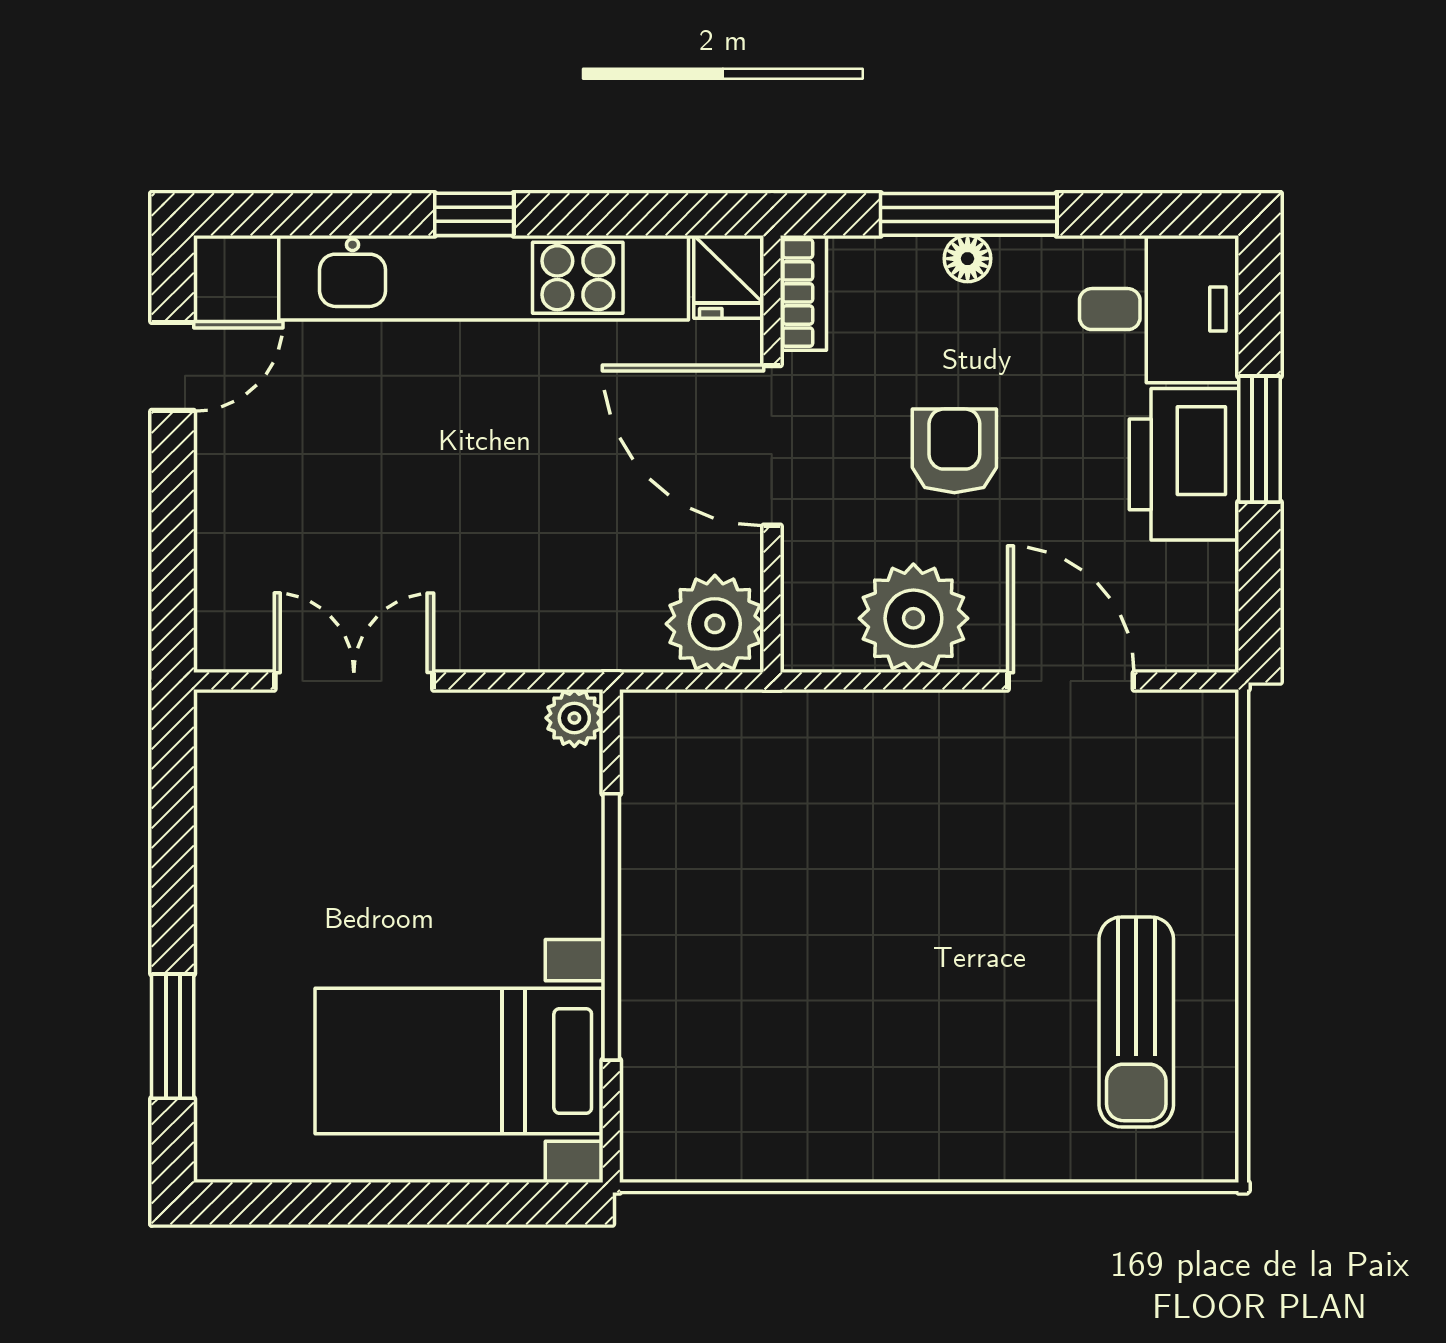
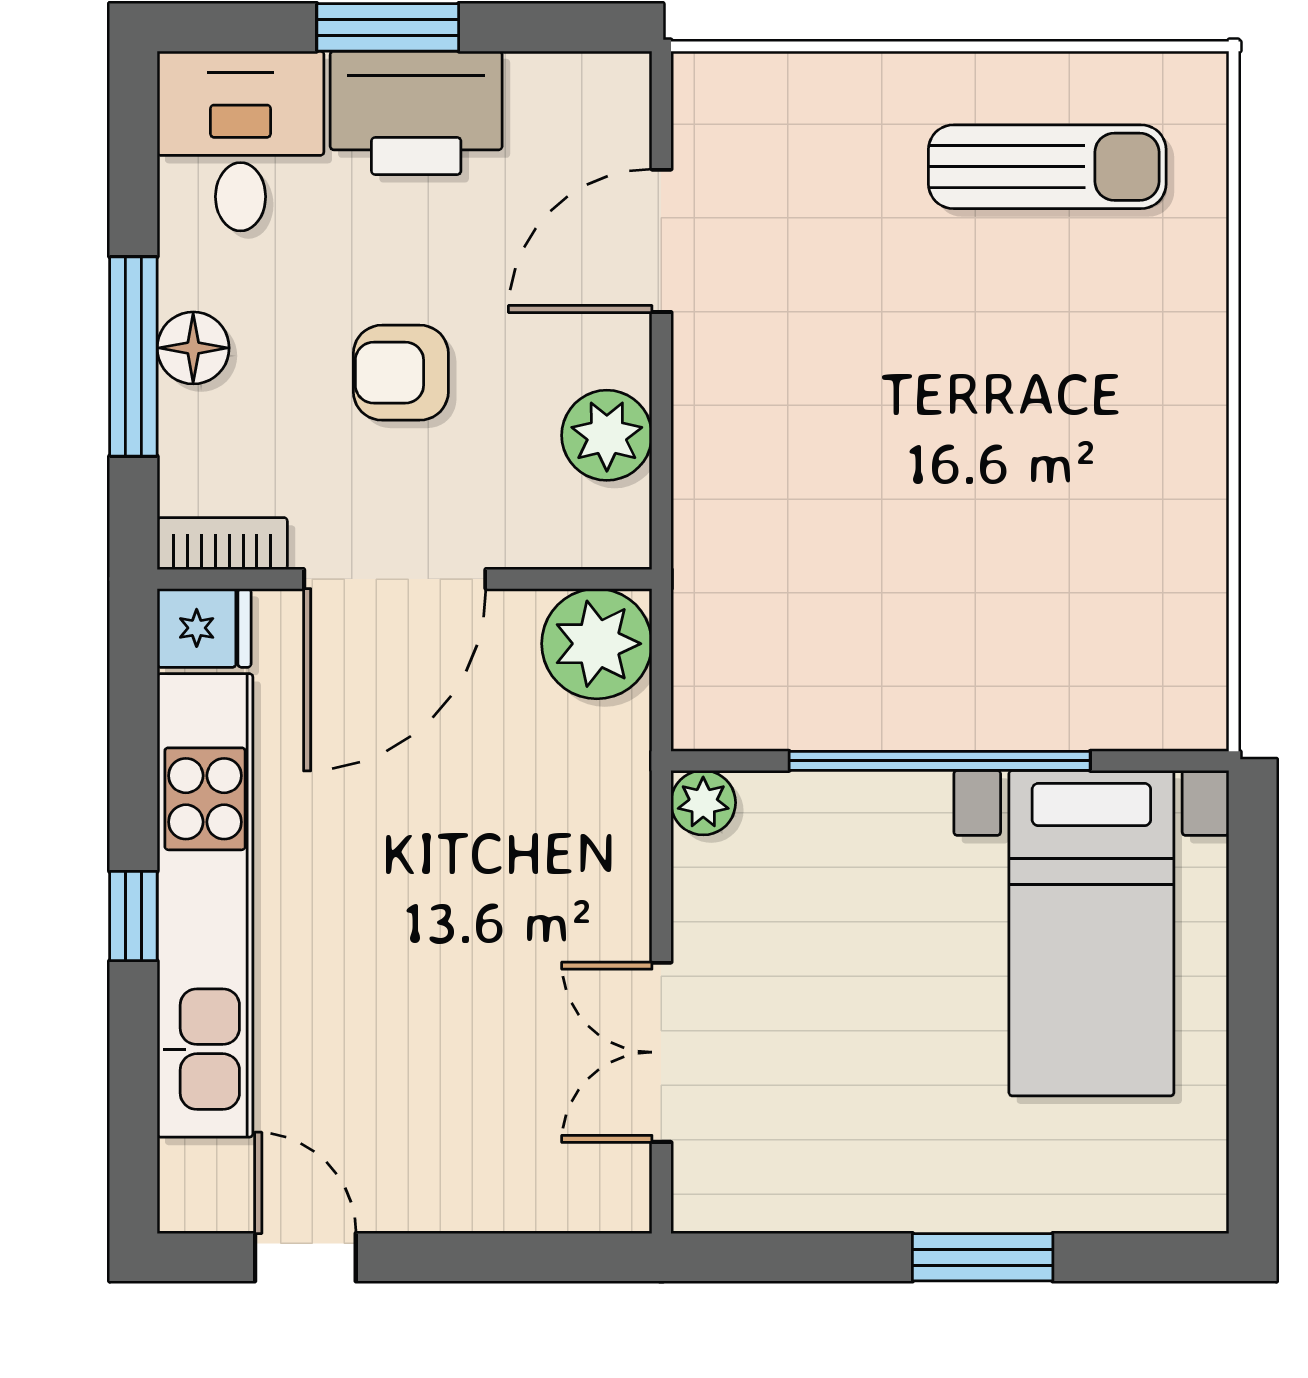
floor lamp: (968, 259) -> (193, 348), width x1.37, depth x1.37
plant: (913, 618) -> (607, 435), width x0.73, depth x0.73
window: (173, 1036) -> (983, 1257), moved

